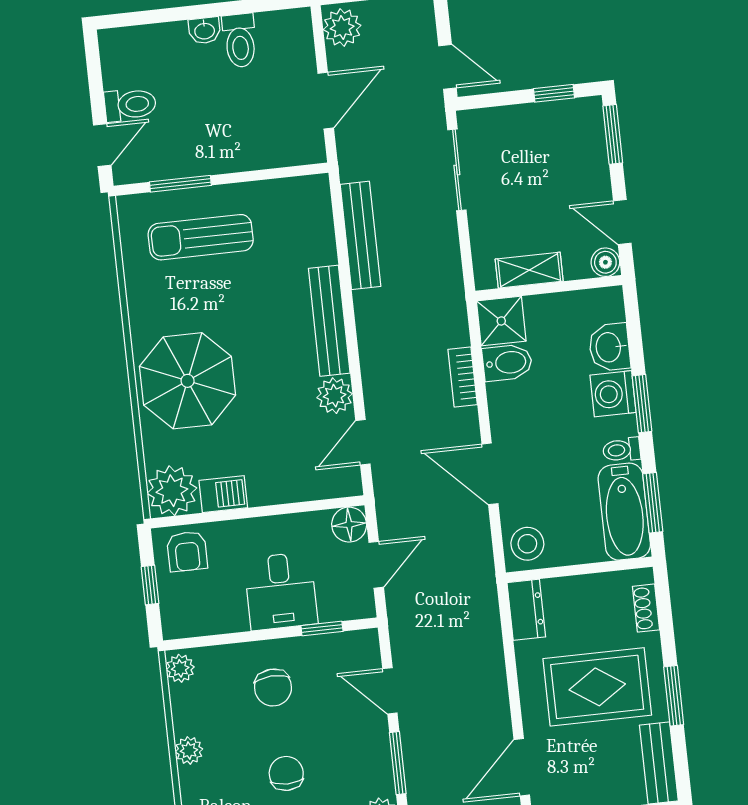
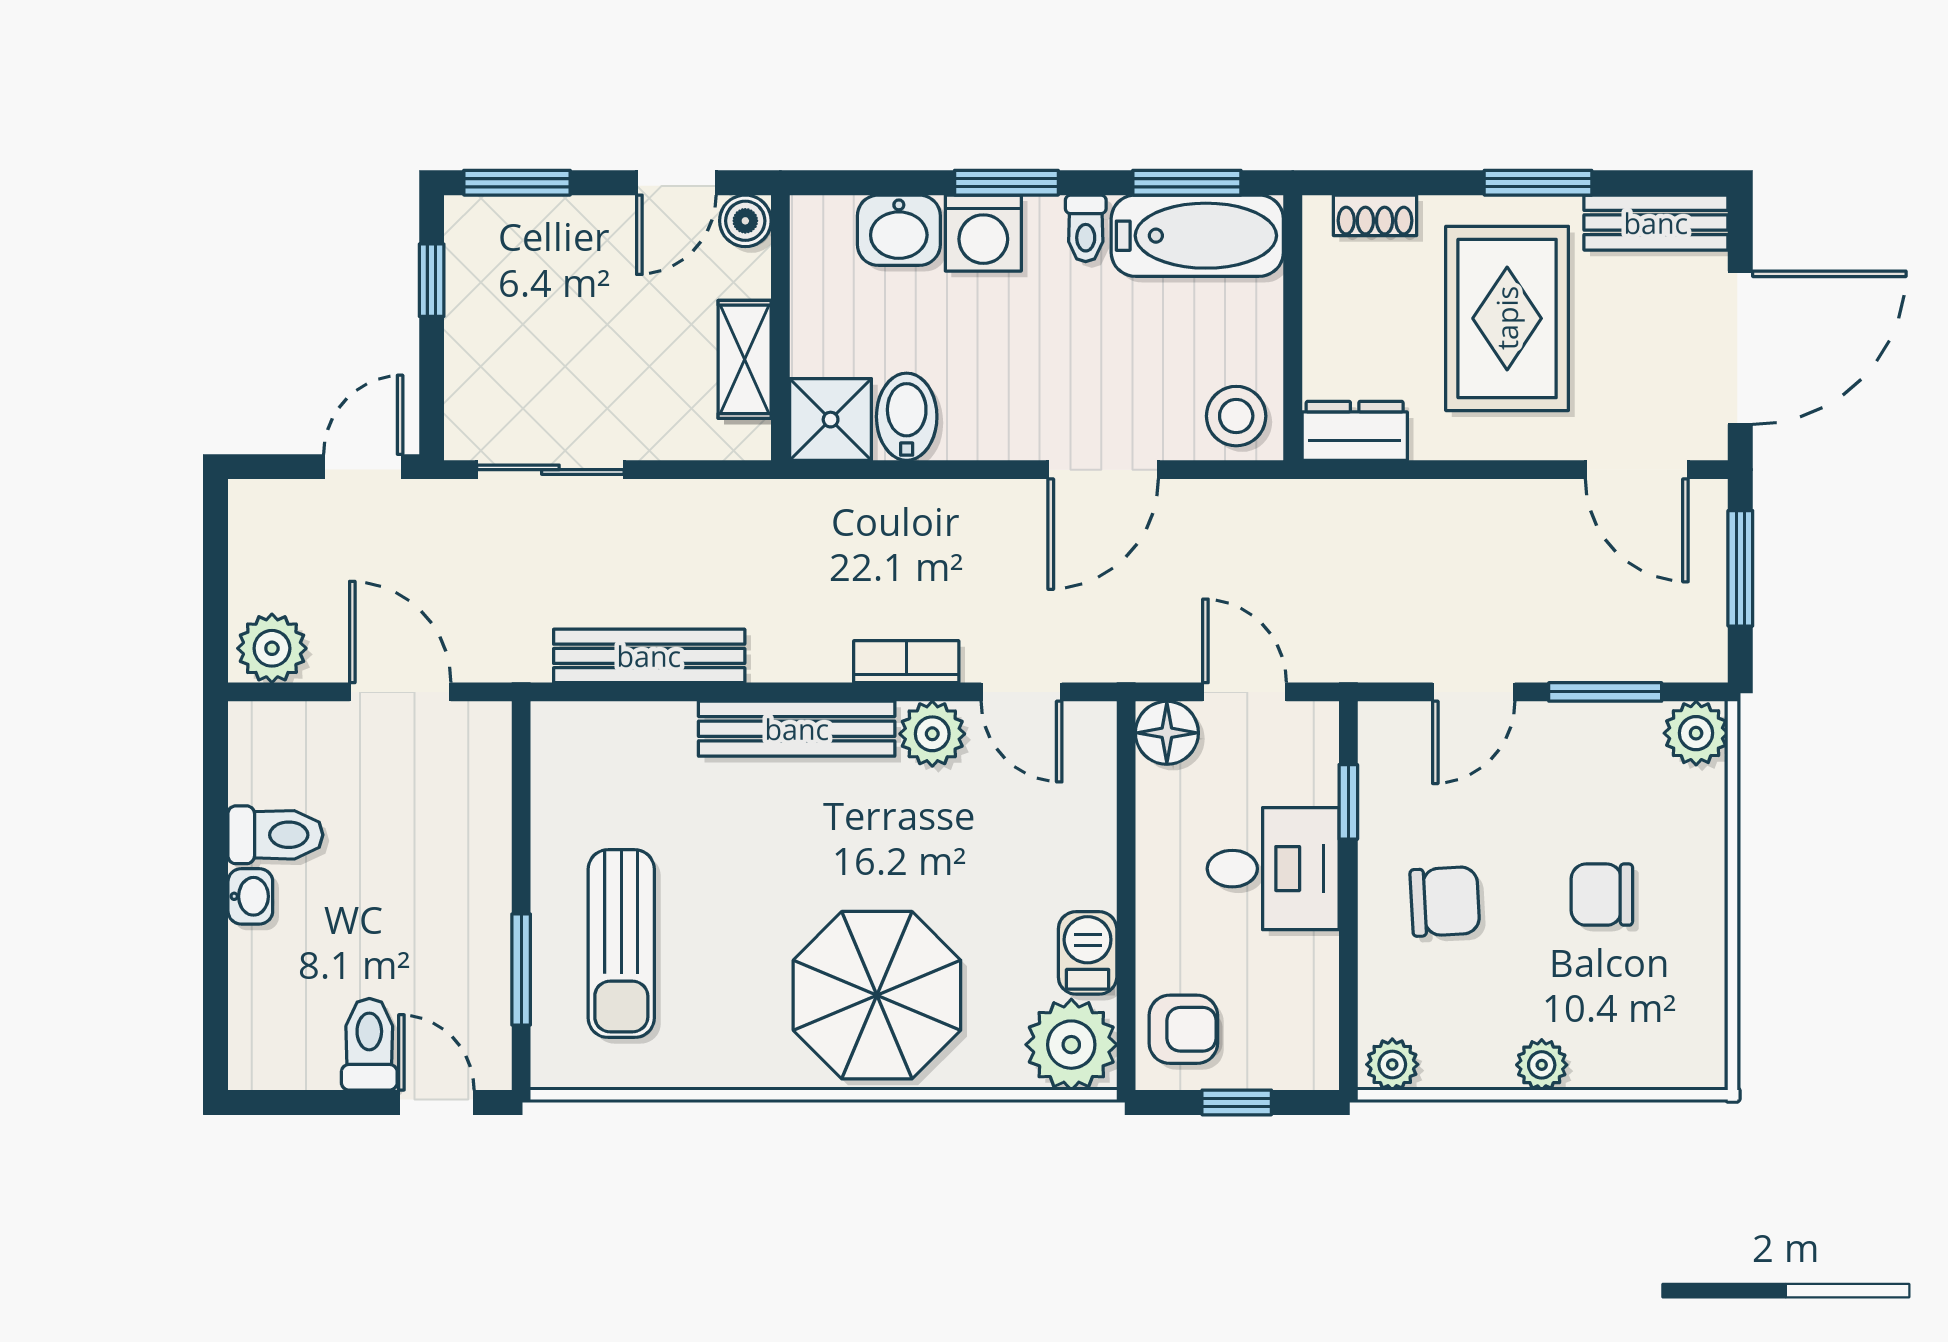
bookcase: (463, 377) -> (906, 662), moved, turned 180

